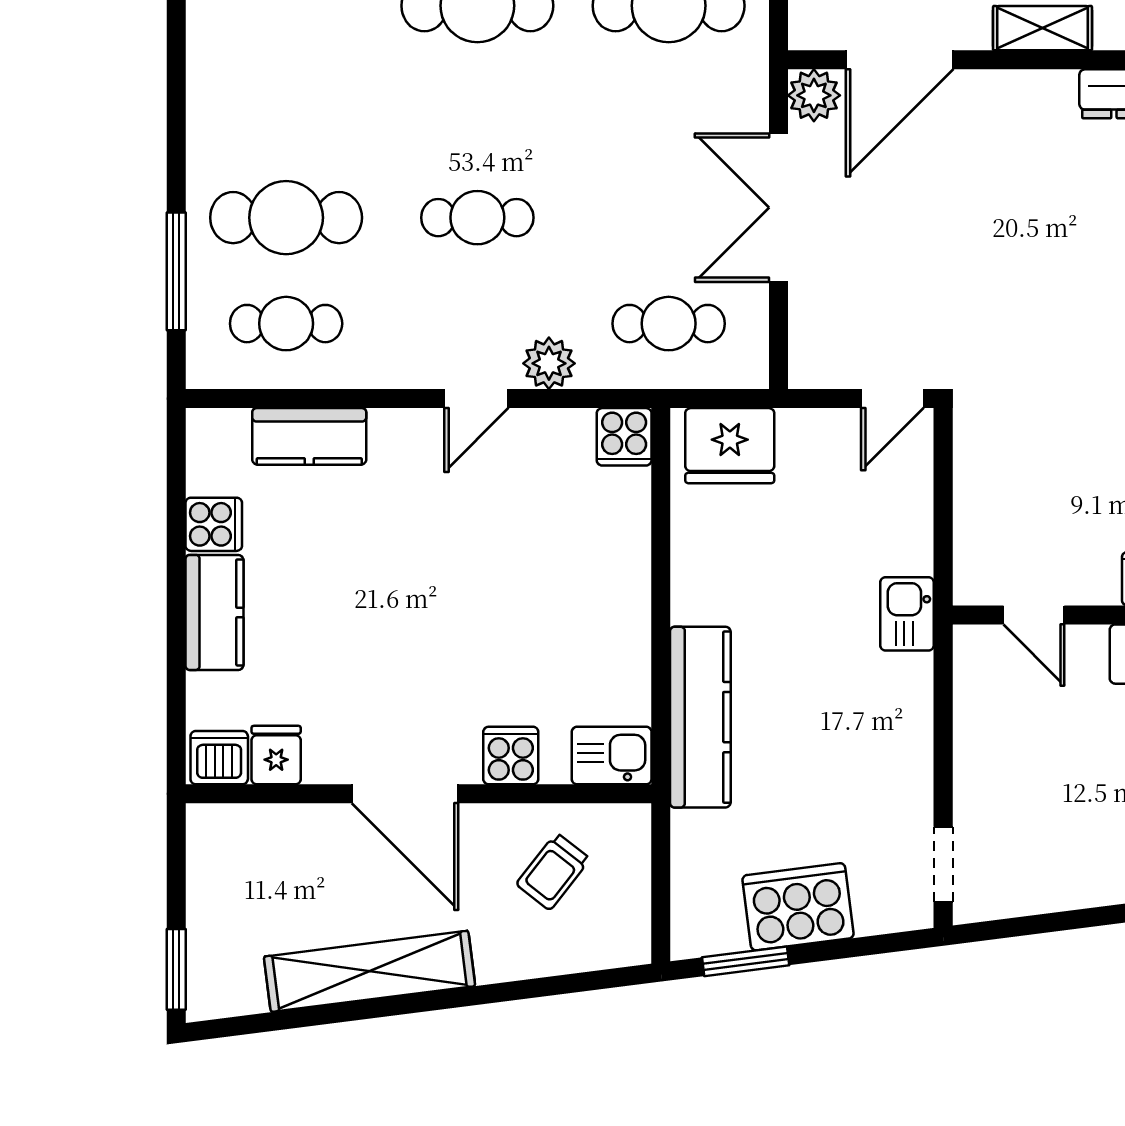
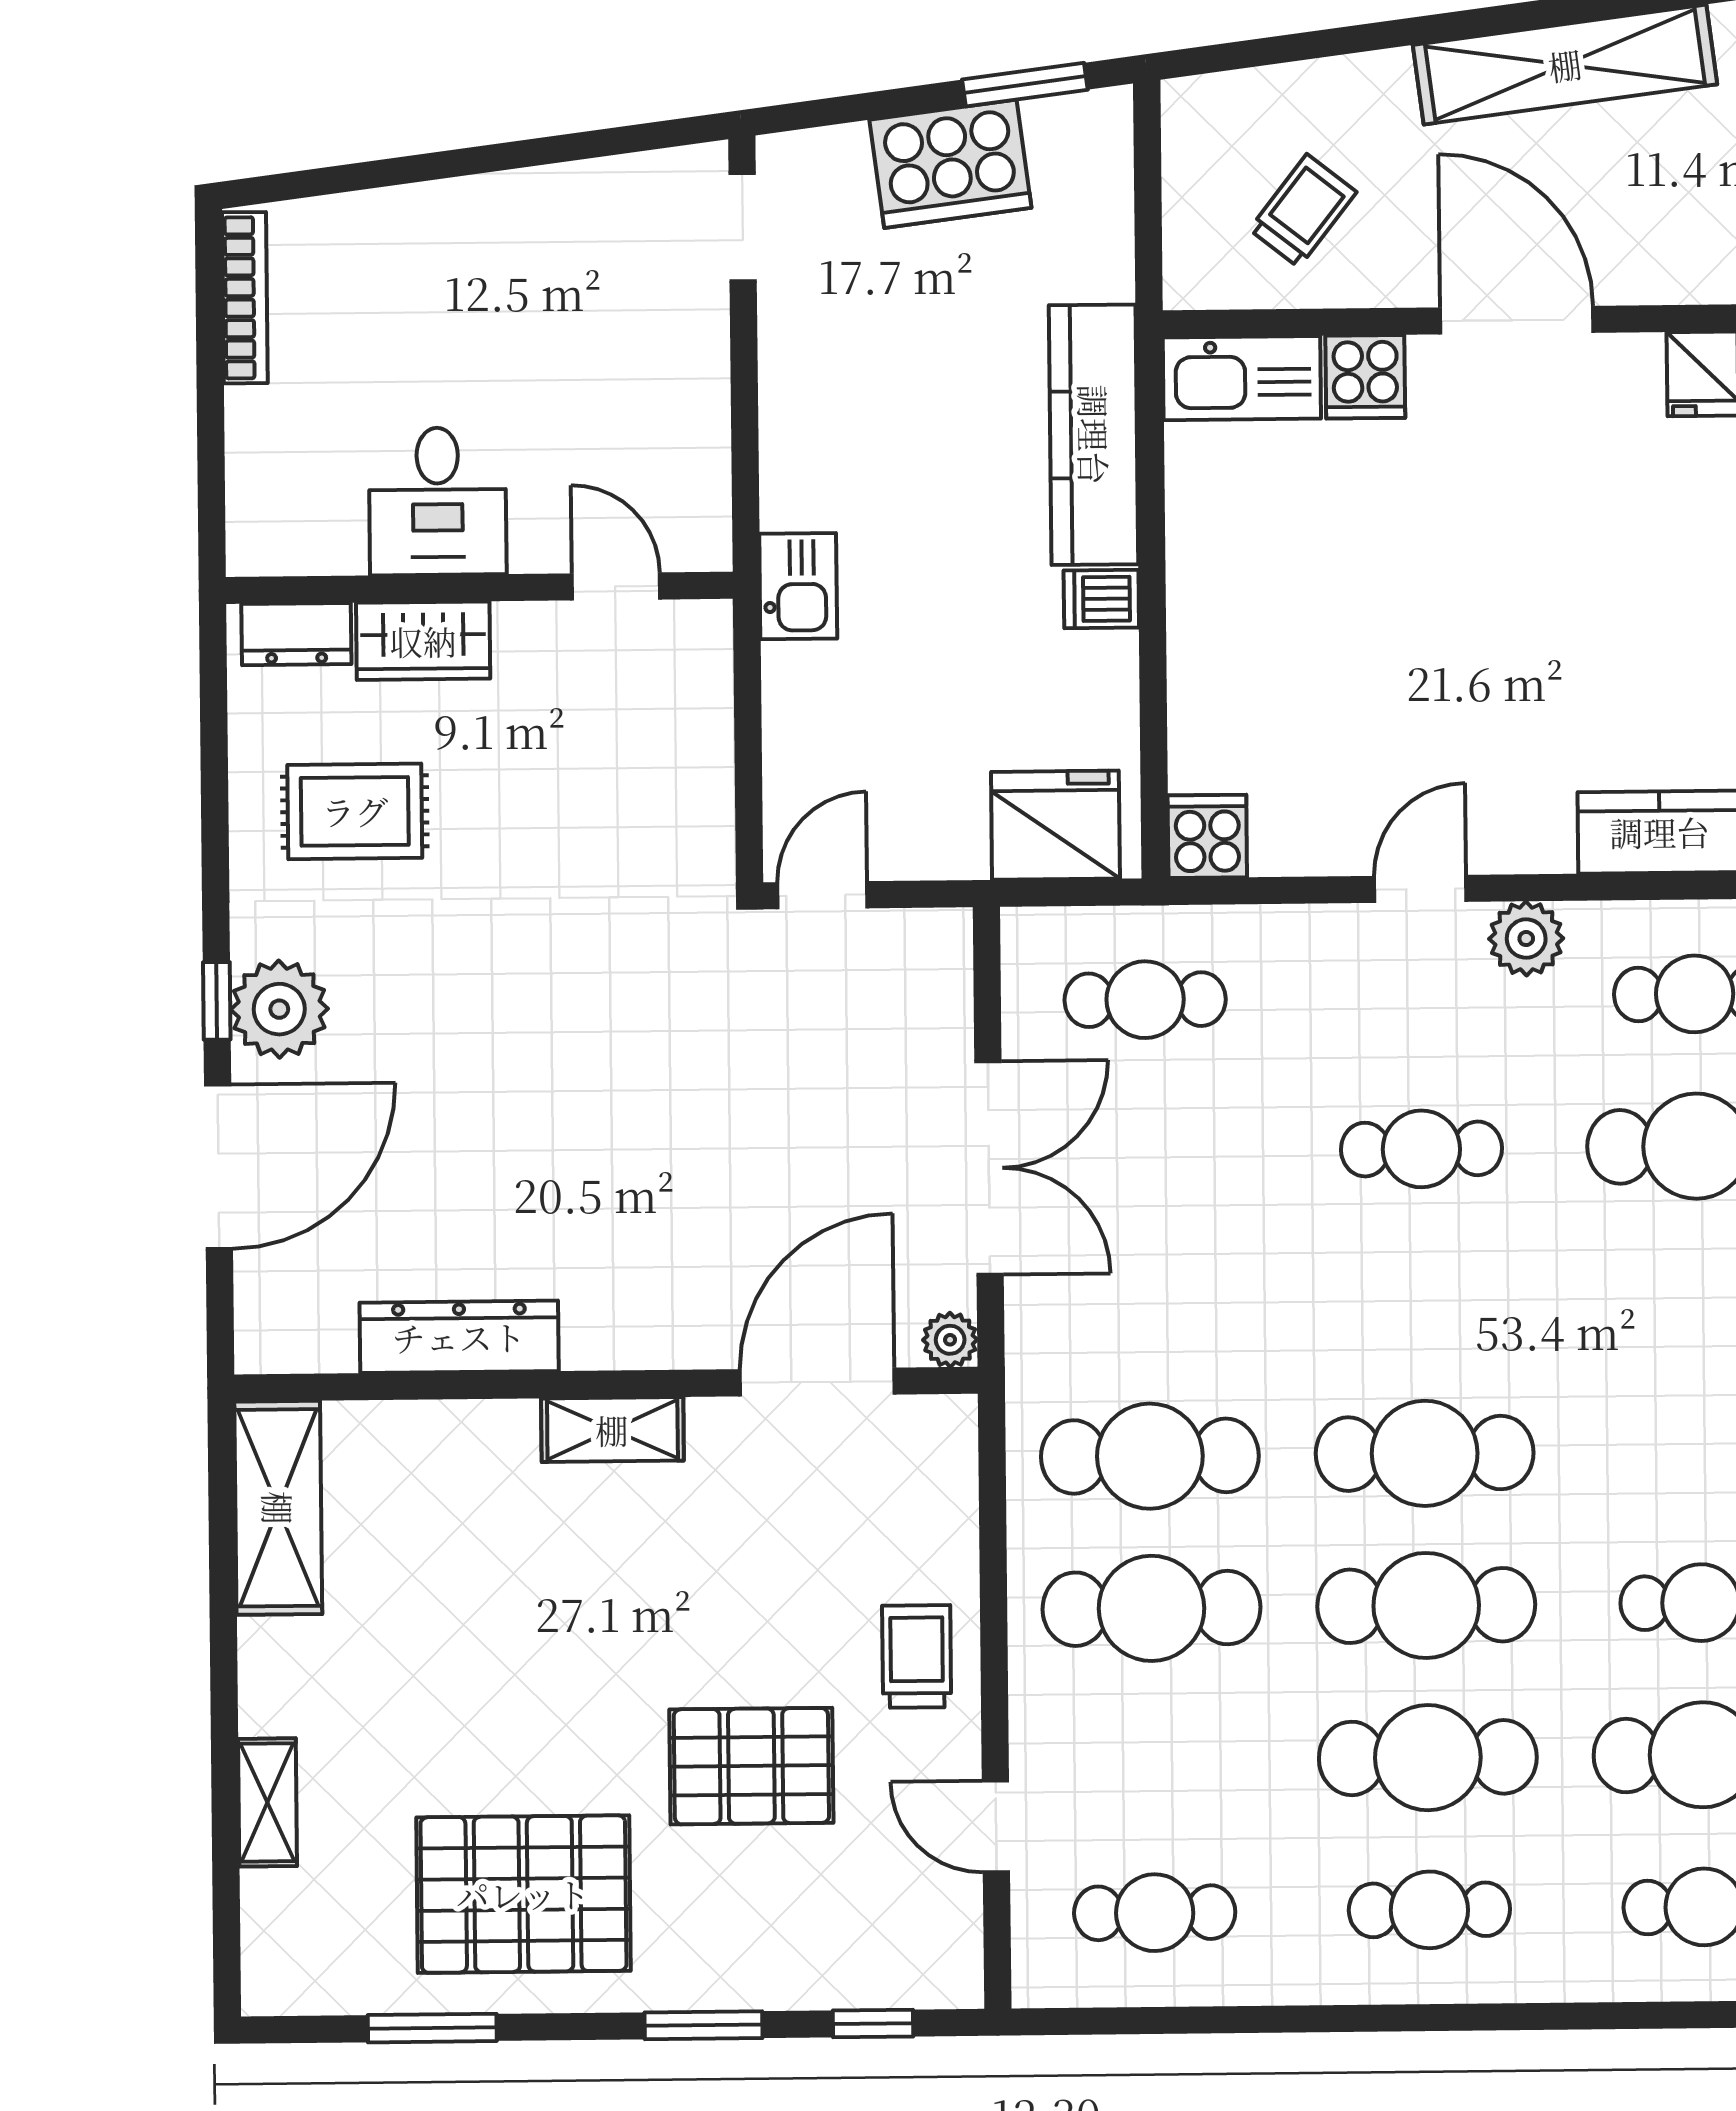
plant: (814, 95) -> (950, 1340), width x0.73, depth x0.73
plant: (549, 363) -> (1526, 939), moved
dishwasher: (696, 603) -> (1101, 599), added
kitchen sink: (612, 756) -> (1242, 378), width x1.38

